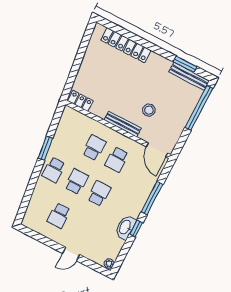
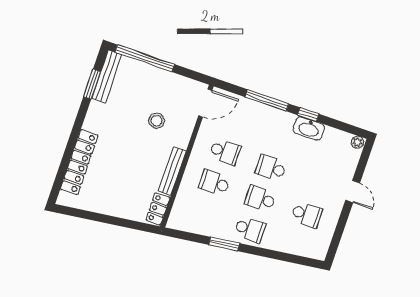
bench: (123, 124) -> (172, 171), moved

